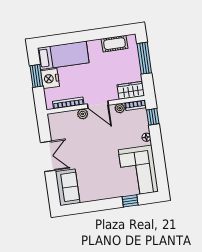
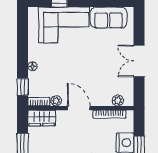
plant: (83, 114) -> (118, 100), moved
corner sofa: (138, 171) -> (64, 25), moved, turned 90
sofa: (68, 187) -> (109, 18), moved, turned -90

